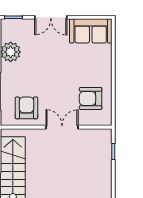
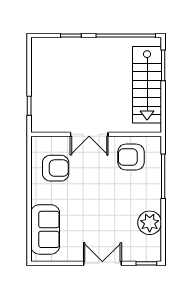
sofa: (91, 31) -> (45, 229), moved, turned 90
armchair: (26, 108) -> (131, 157), turned 90

